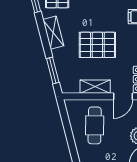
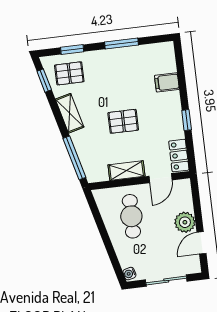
pallet: (97, 45) -> (123, 121), width x0.67, depth x0.71
window: (53, 71) -> (74, 158), width x1.44

